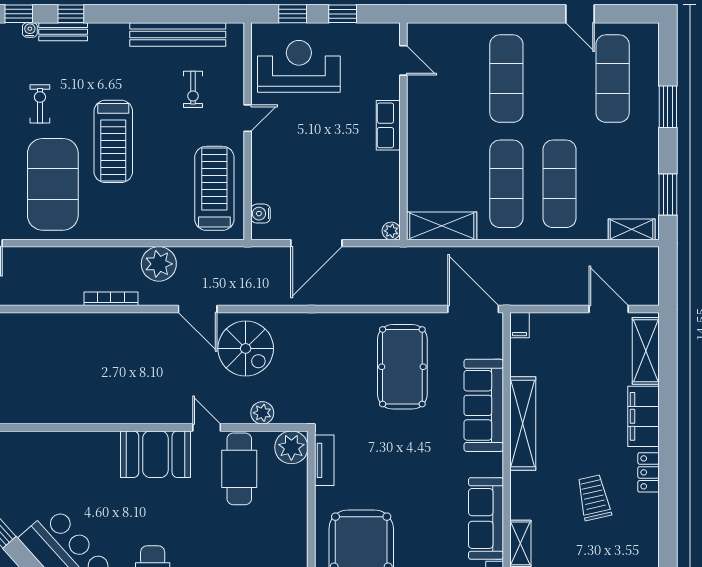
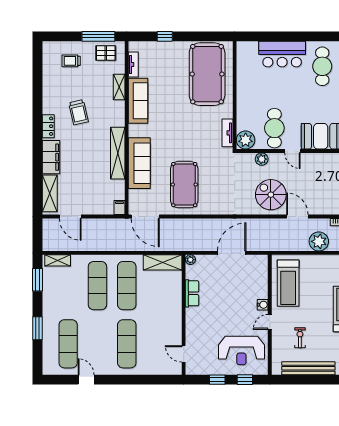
row of seats: (388, 125) -> (192, 293), moved
water cooler: (260, 214) -> (263, 305), moved

